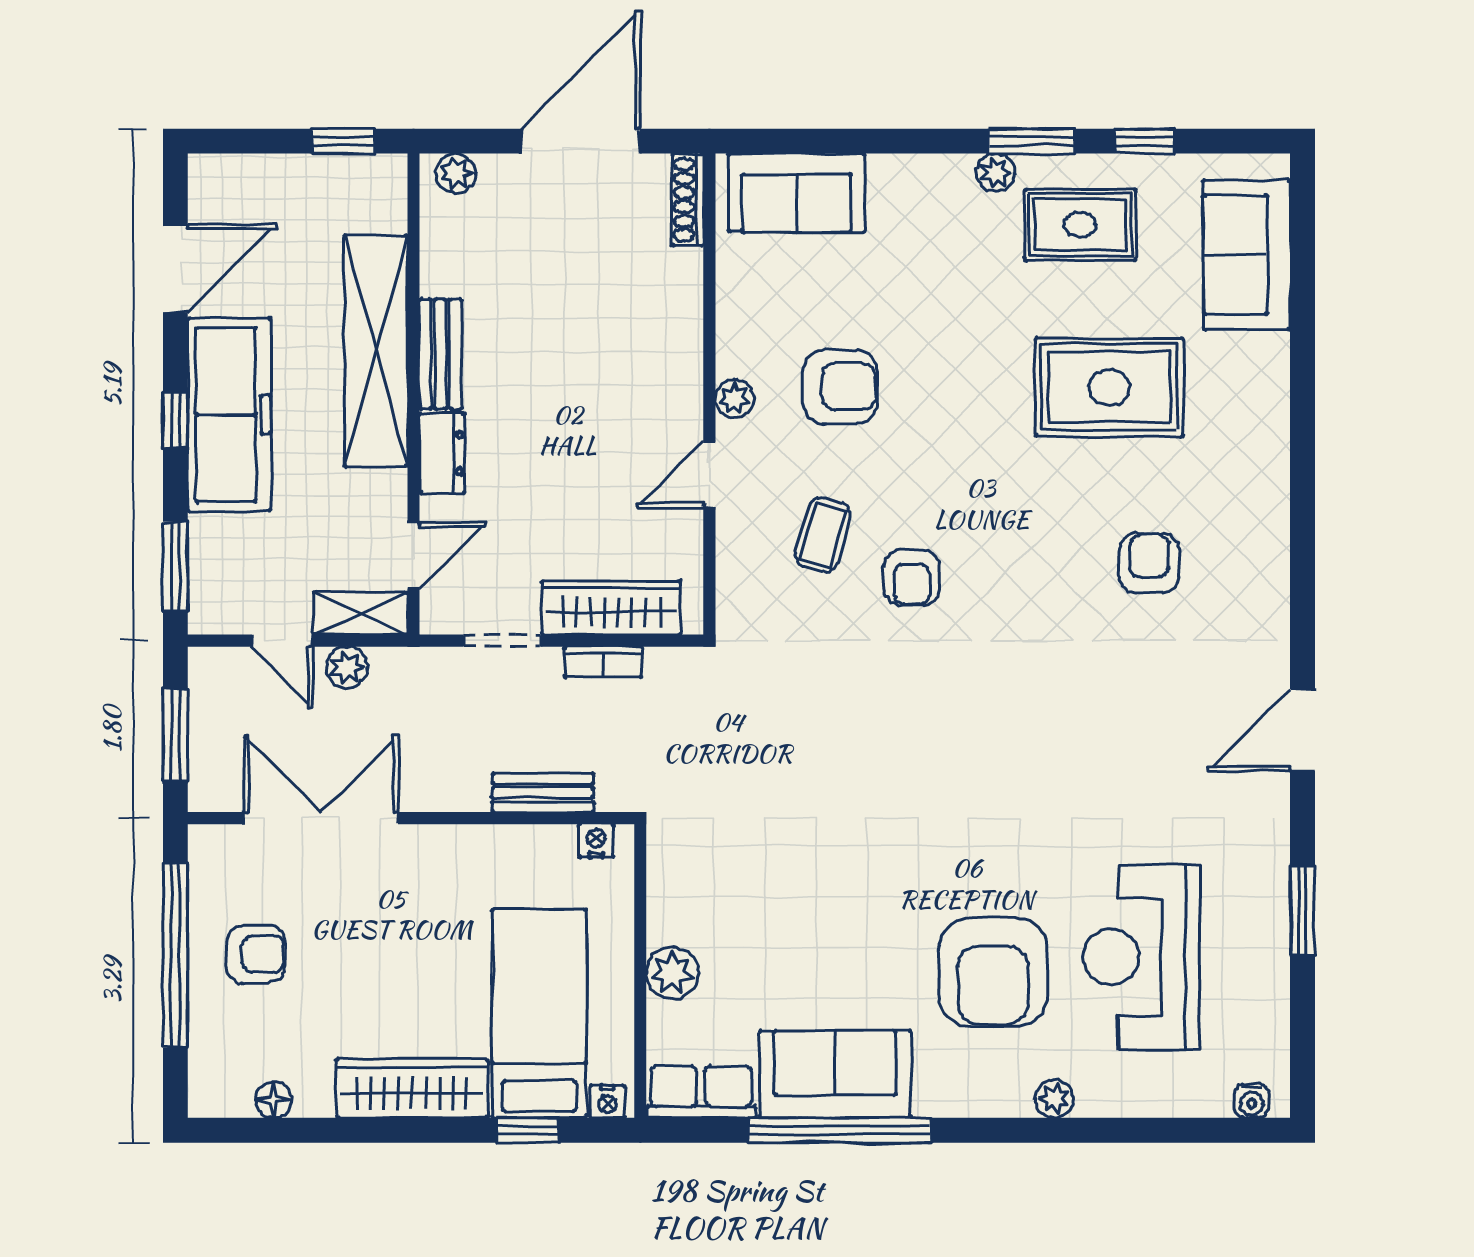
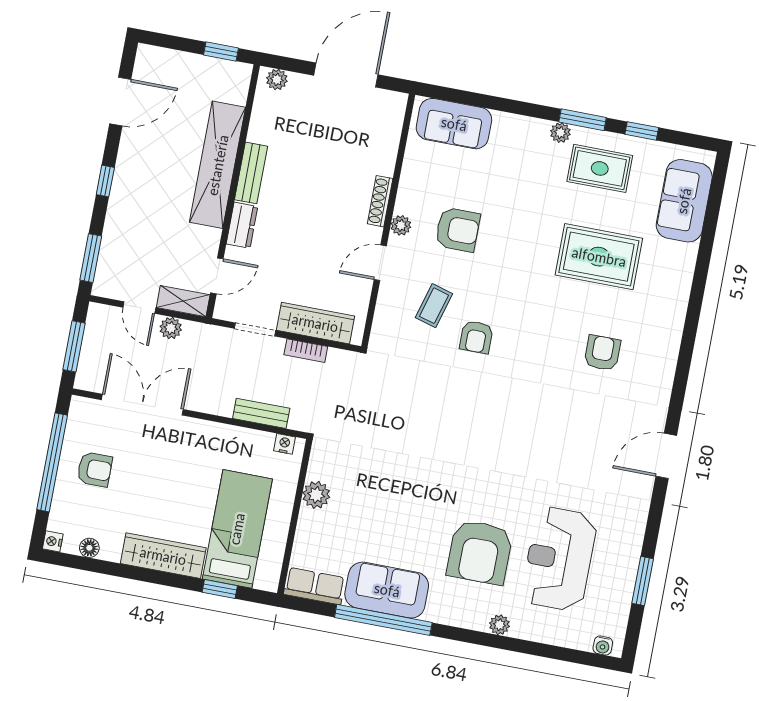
shoe rack: (688, 200) -> (380, 201), moved
freezer: (229, 415) -> (134, 184), removed
window: (1303, 910) -> (643, 581), moved
plant: (672, 973) -> (316, 495), moved
nightstand: (607, 1102) -> (53, 541), moved, turned 90

